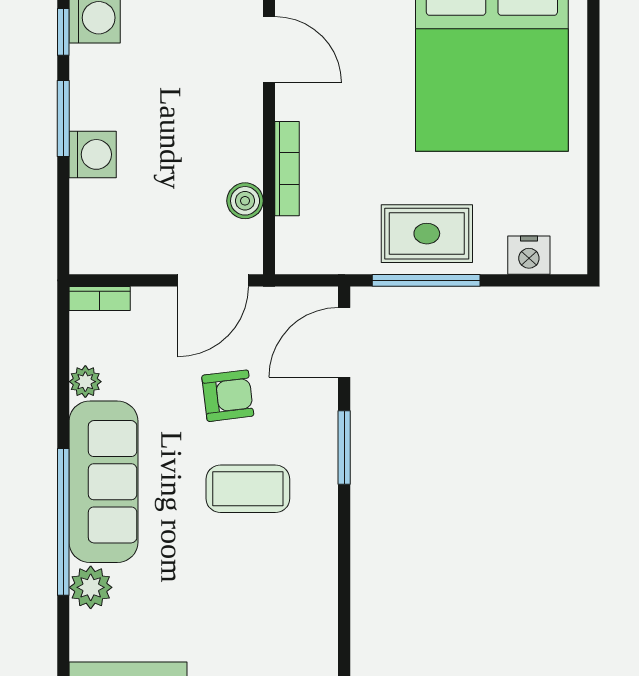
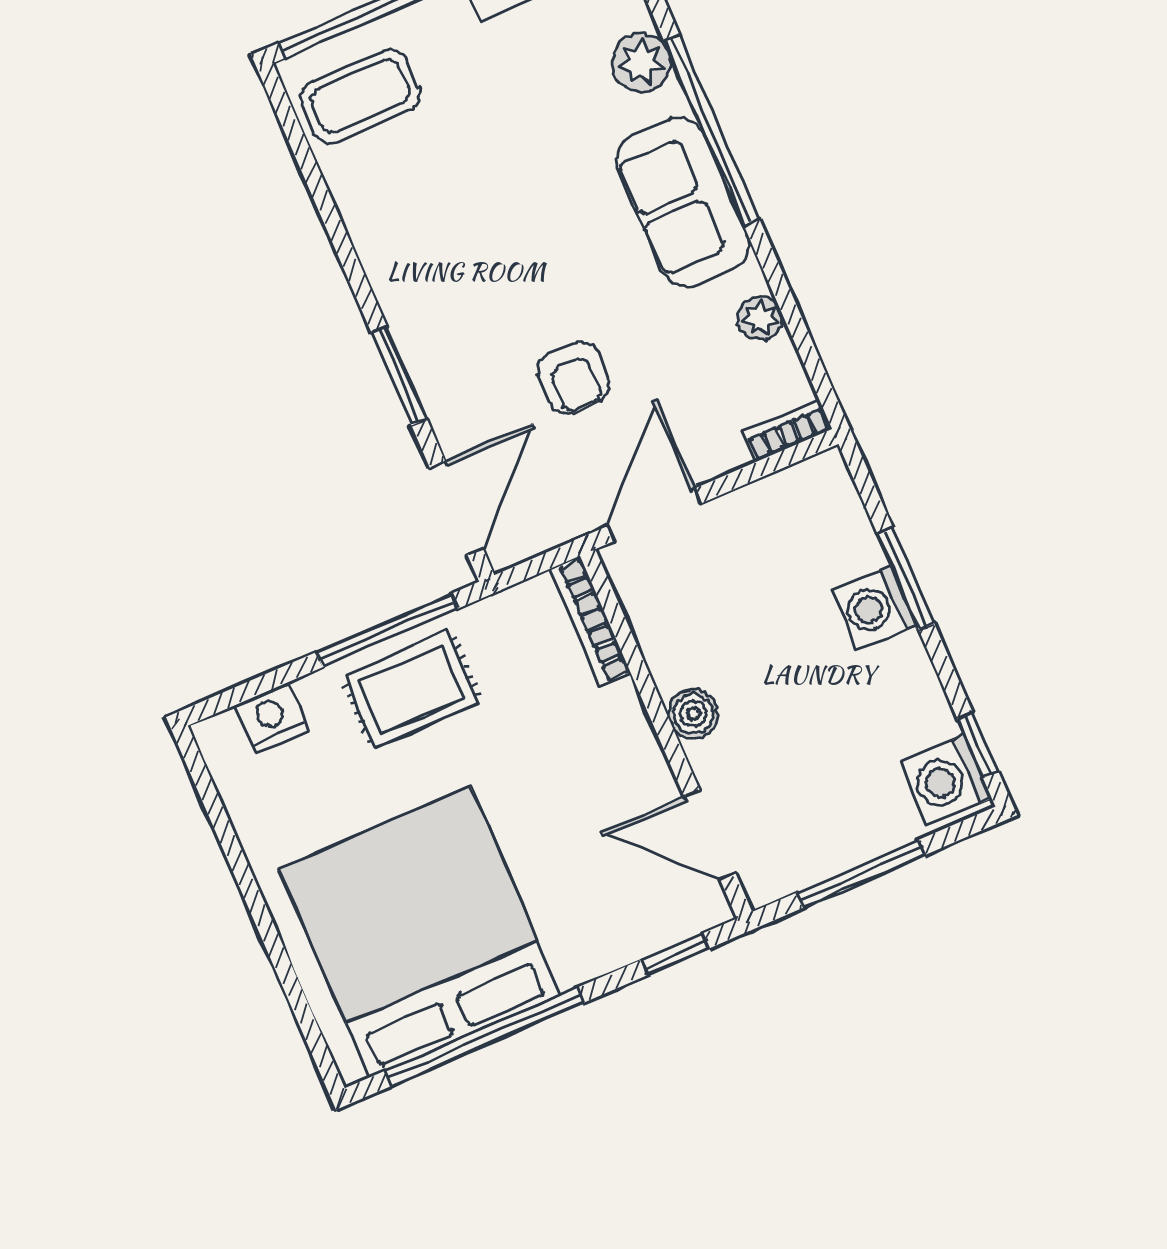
window: (63, 119) -> (906, 579), moved
bookcase: (287, 169) -> (591, 622), moved
boiler: (245, 201) -> (693, 714), moved
armchair: (228, 396) -> (574, 378), turned -83
sofa: (104, 482) -> (683, 202), width x0.73
coffee table: (248, 489) -> (360, 97), moved

